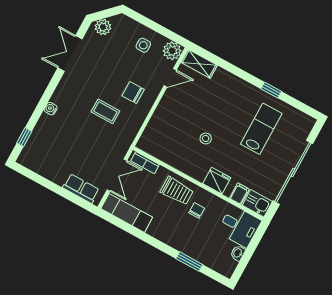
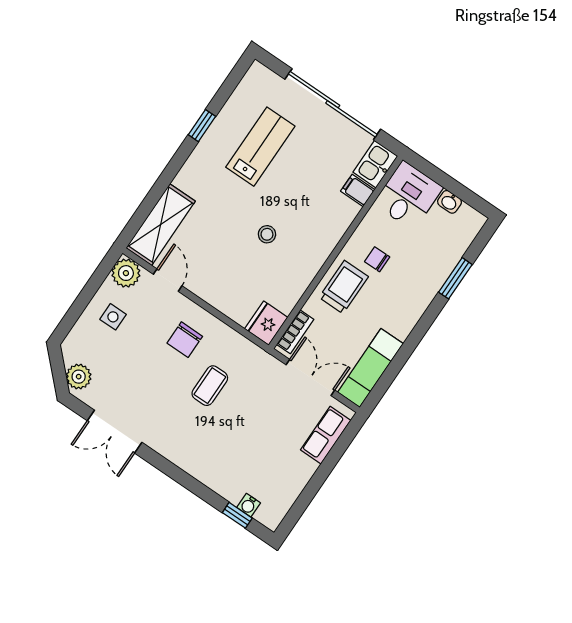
shelving: (199, 64) -> (161, 225), width x1.50, depth x1.33
water cooler: (51, 109) -> (249, 505), moved
lab bench: (261, 129) -> (260, 147), turned 90
fridge: (217, 181) -> (266, 323), moved

